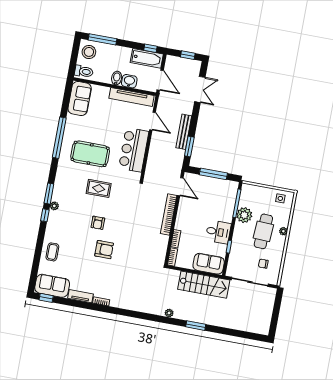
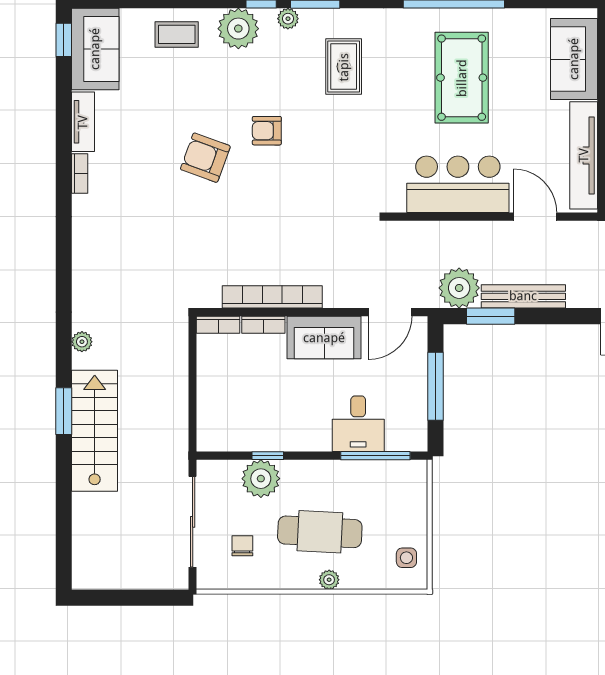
sofa: (80, 99) -> (574, 59), moved, turned 90
door: (153, 121) -> (535, 217), swing flipped
pool table: (90, 154) -> (462, 78), moved
plant: (176, 157) -> (459, 288), added
rug: (99, 188) -> (344, 67), moved
bookcase: (169, 215) -> (272, 297), moved
plant: (244, 215) -> (261, 479), moved
plant: (55, 227) -> (238, 29), added
desk: (218, 232) -> (358, 424), moved
armchair: (104, 250) -> (205, 158), turned 110
sofa: (209, 264) -> (324, 338), moved, turned 90
stairs: (204, 285) -> (95, 431), moved, turned 180

